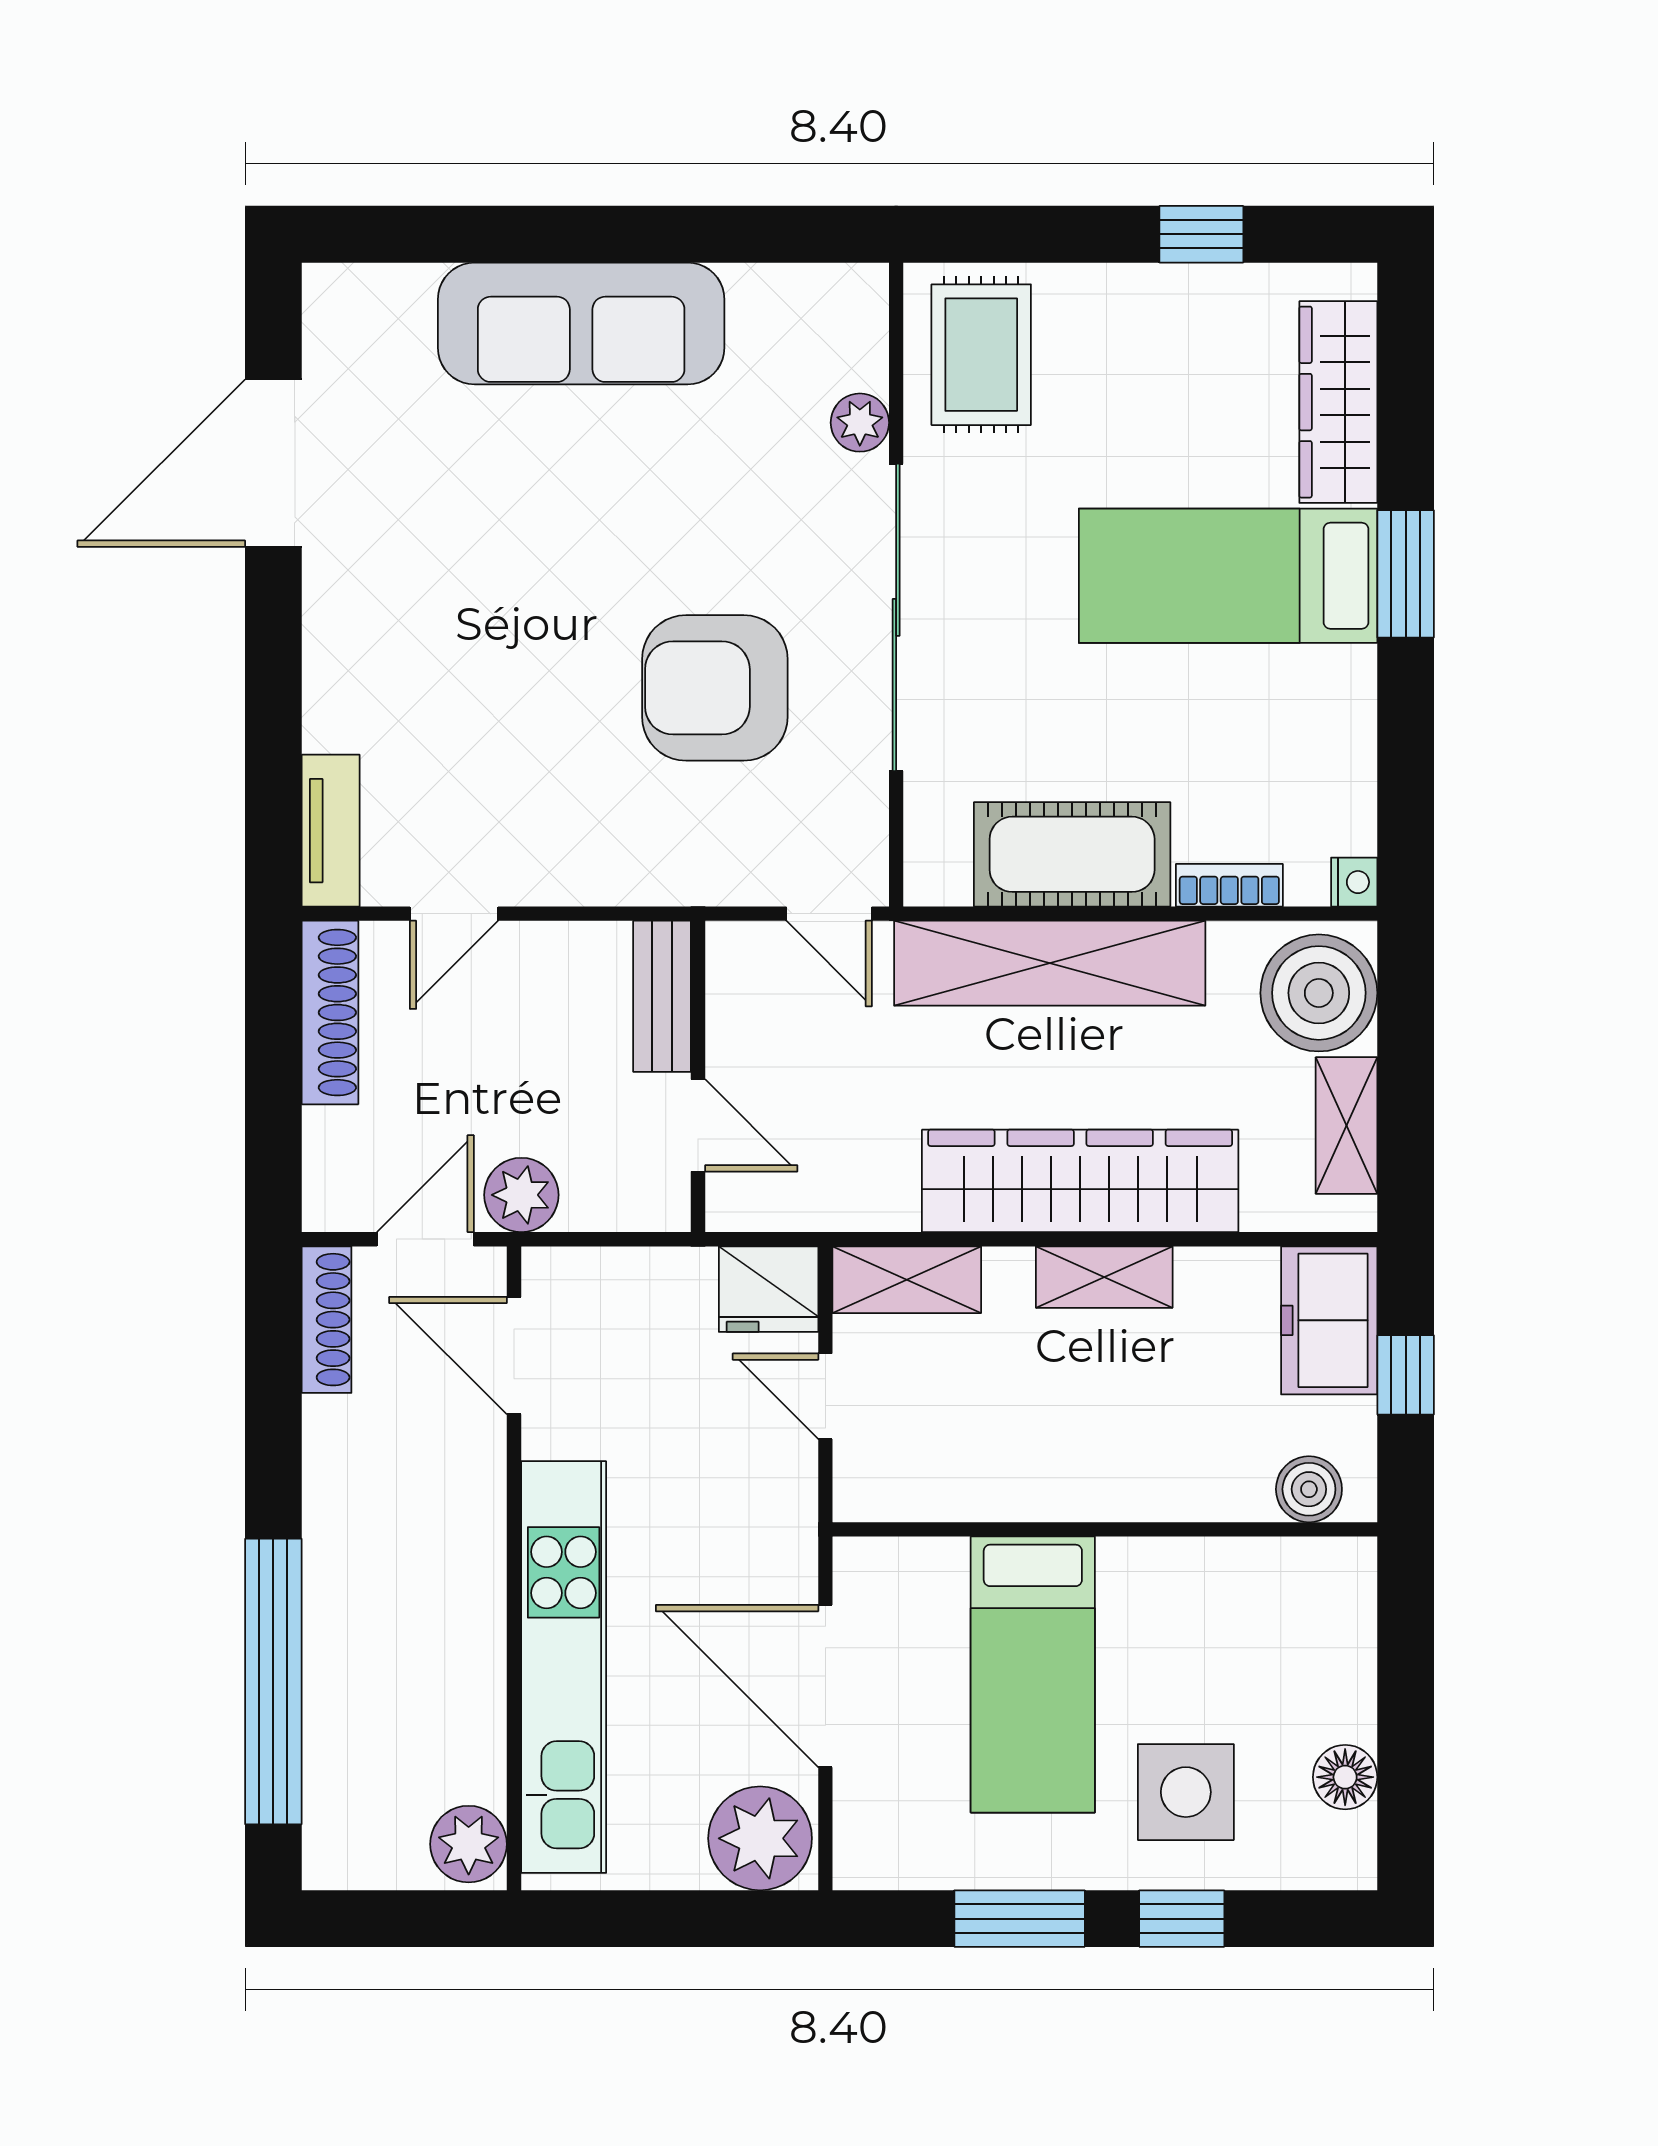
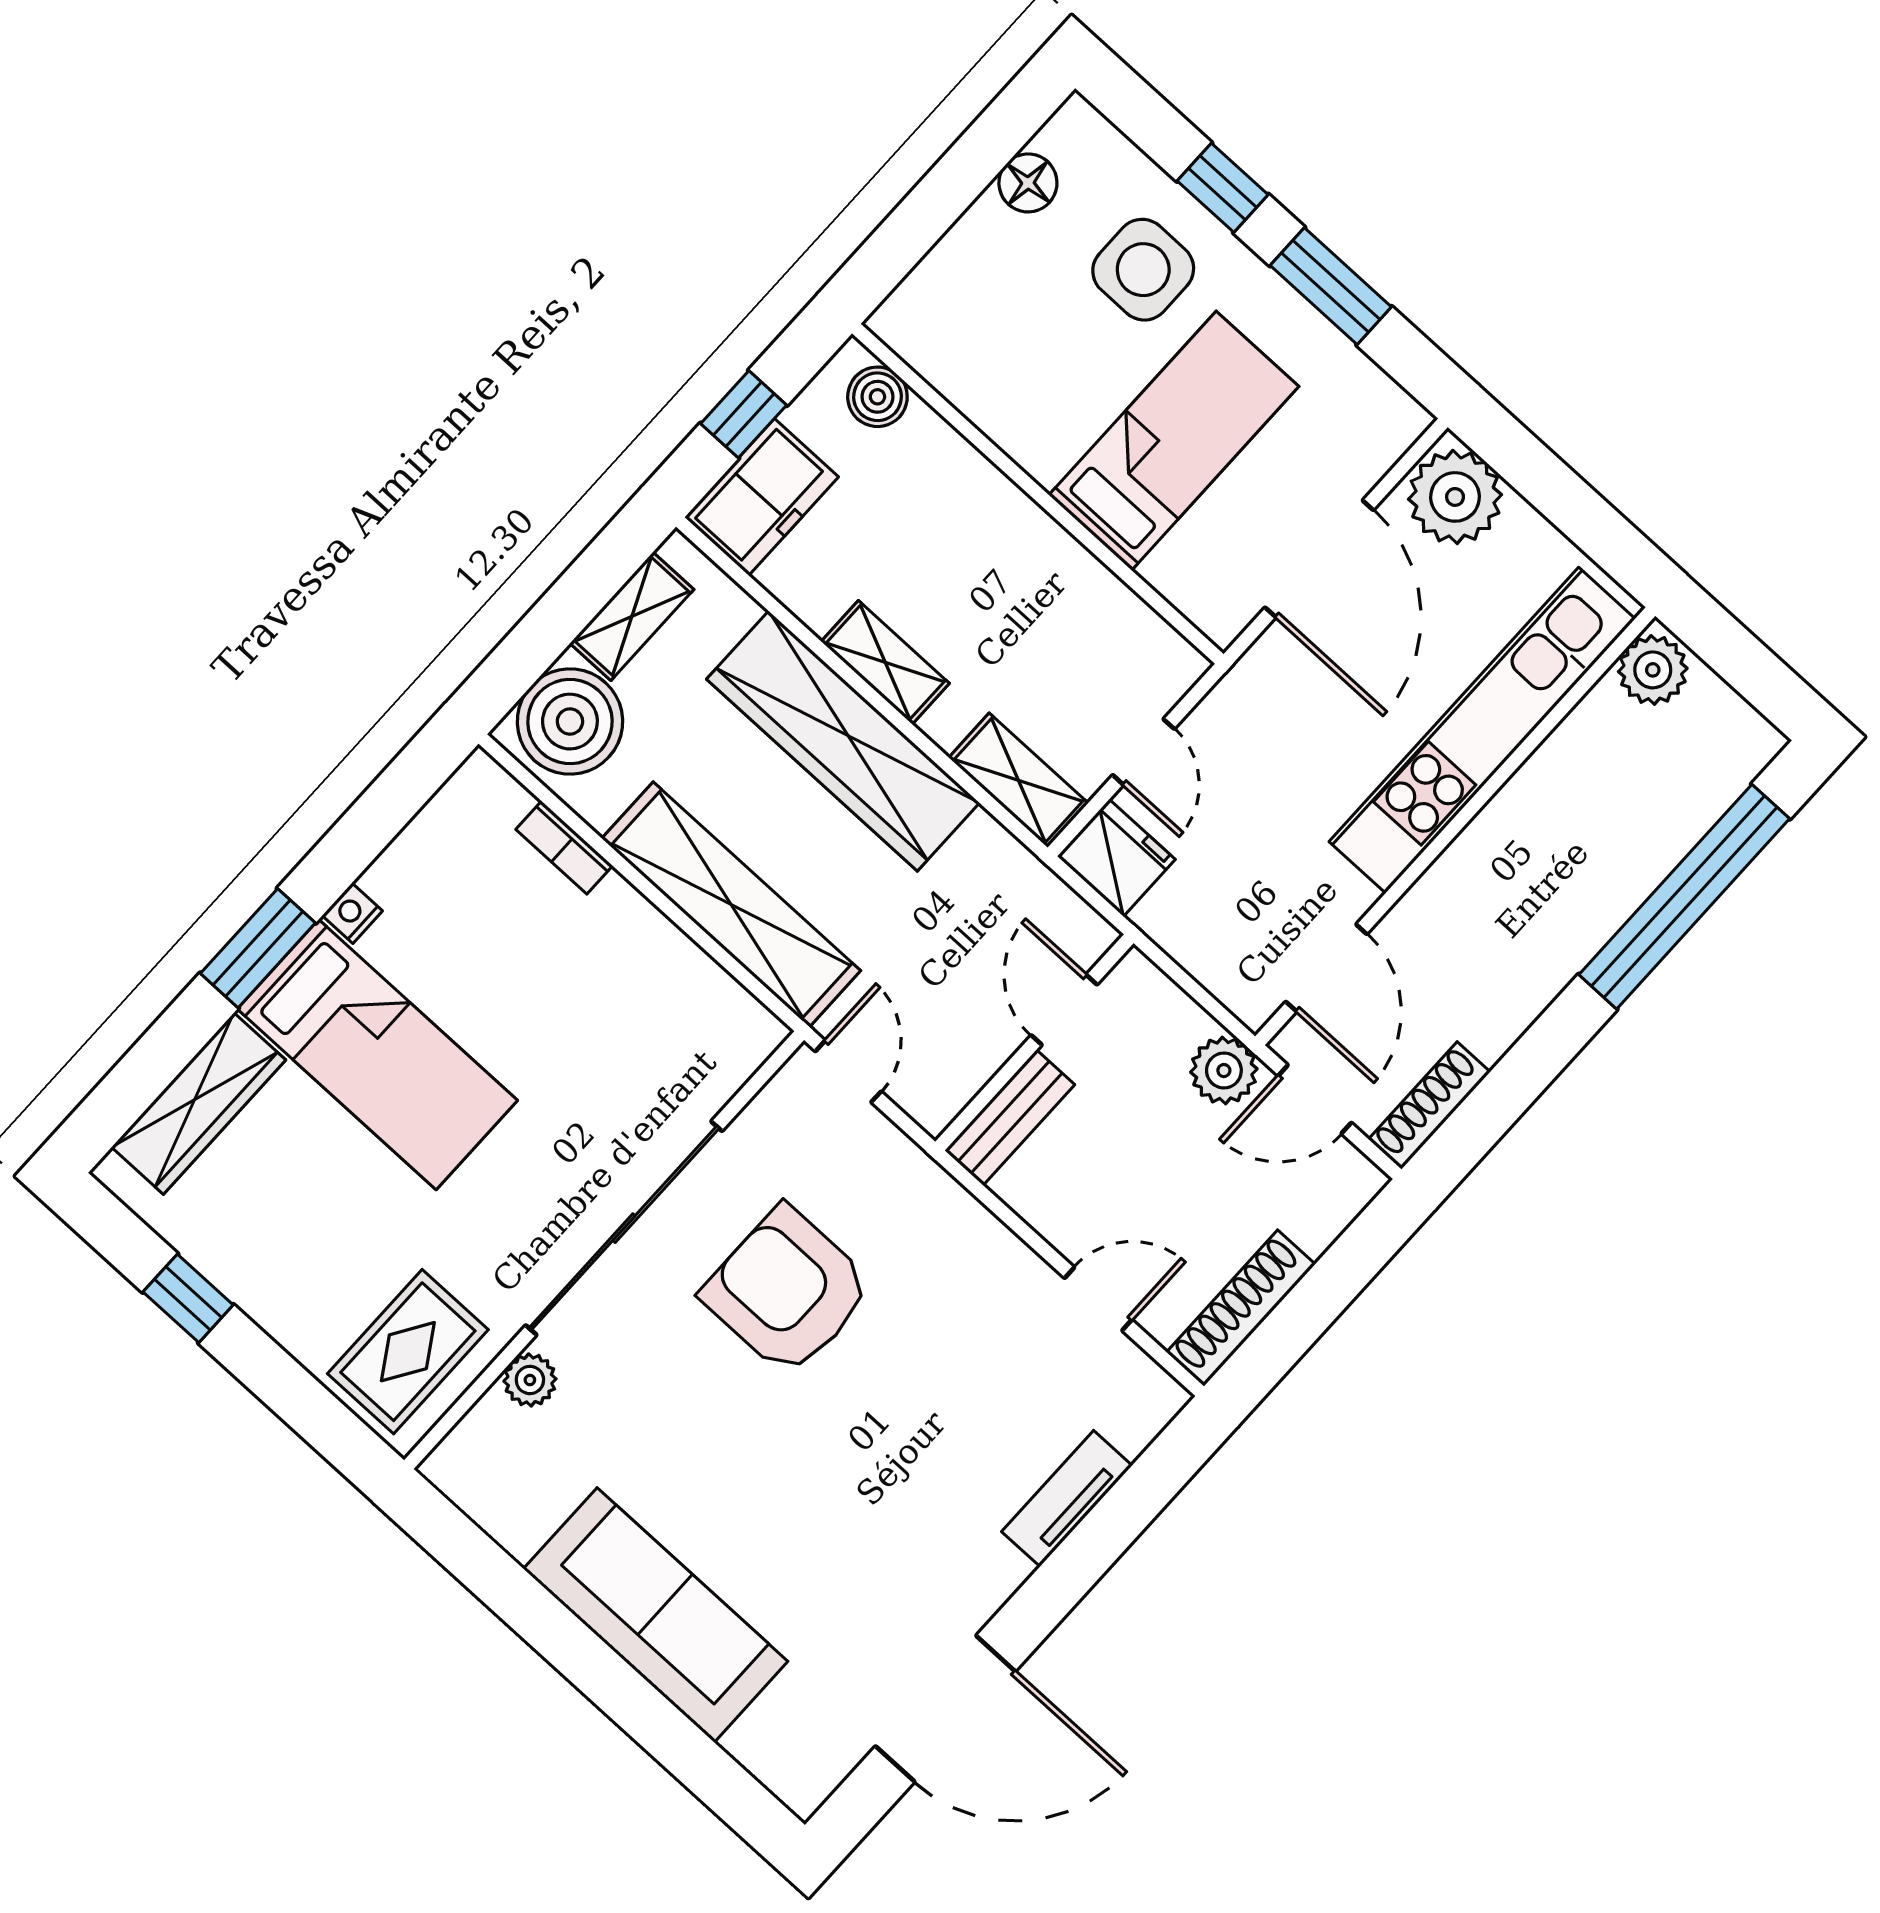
armchair: (715, 688) -> (787, 1291), turned 180
tv unit: (331, 831) -> (1067, 1499), moved
cot: (1072, 854) -> (650, 964), removed
nightstand: (1354, 882) -> (352, 913), moved

